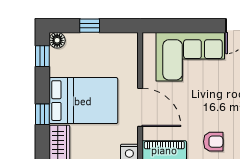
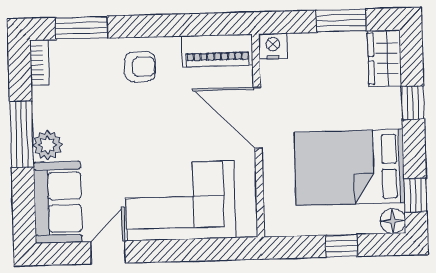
bed: (83, 101) -> (349, 167), moved
armchair: (213, 142) -> (140, 67), turned 180

